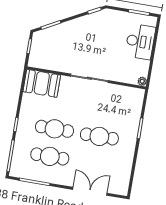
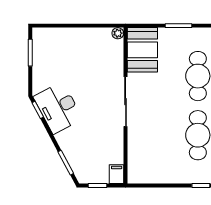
desk: (140, 42) -> (58, 108), moved, turned -118
filing cabinet: (35, 62) -> (117, 174), added
booth: (42, 83) -> (142, 50), moved

